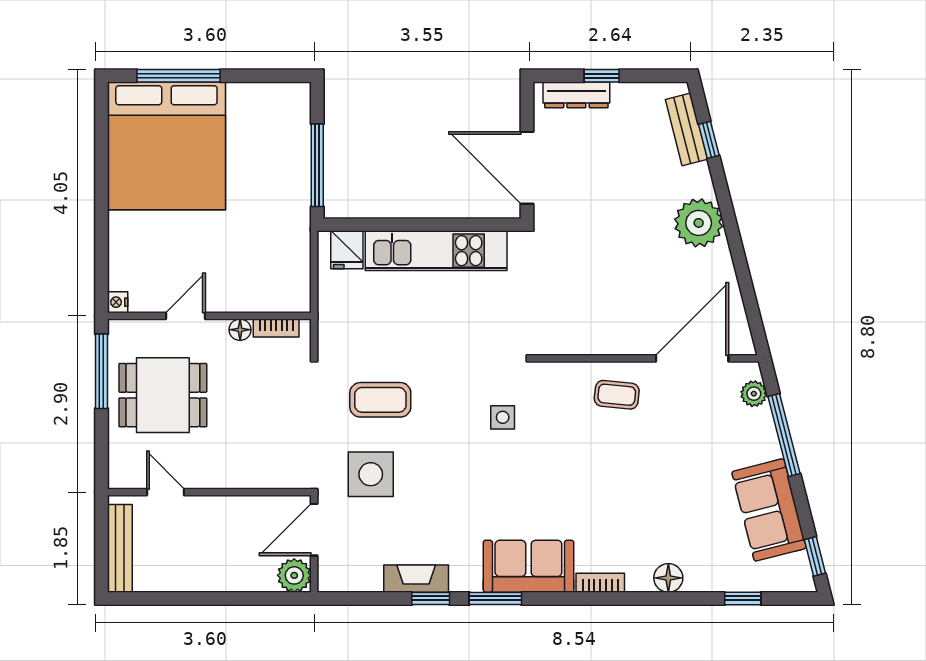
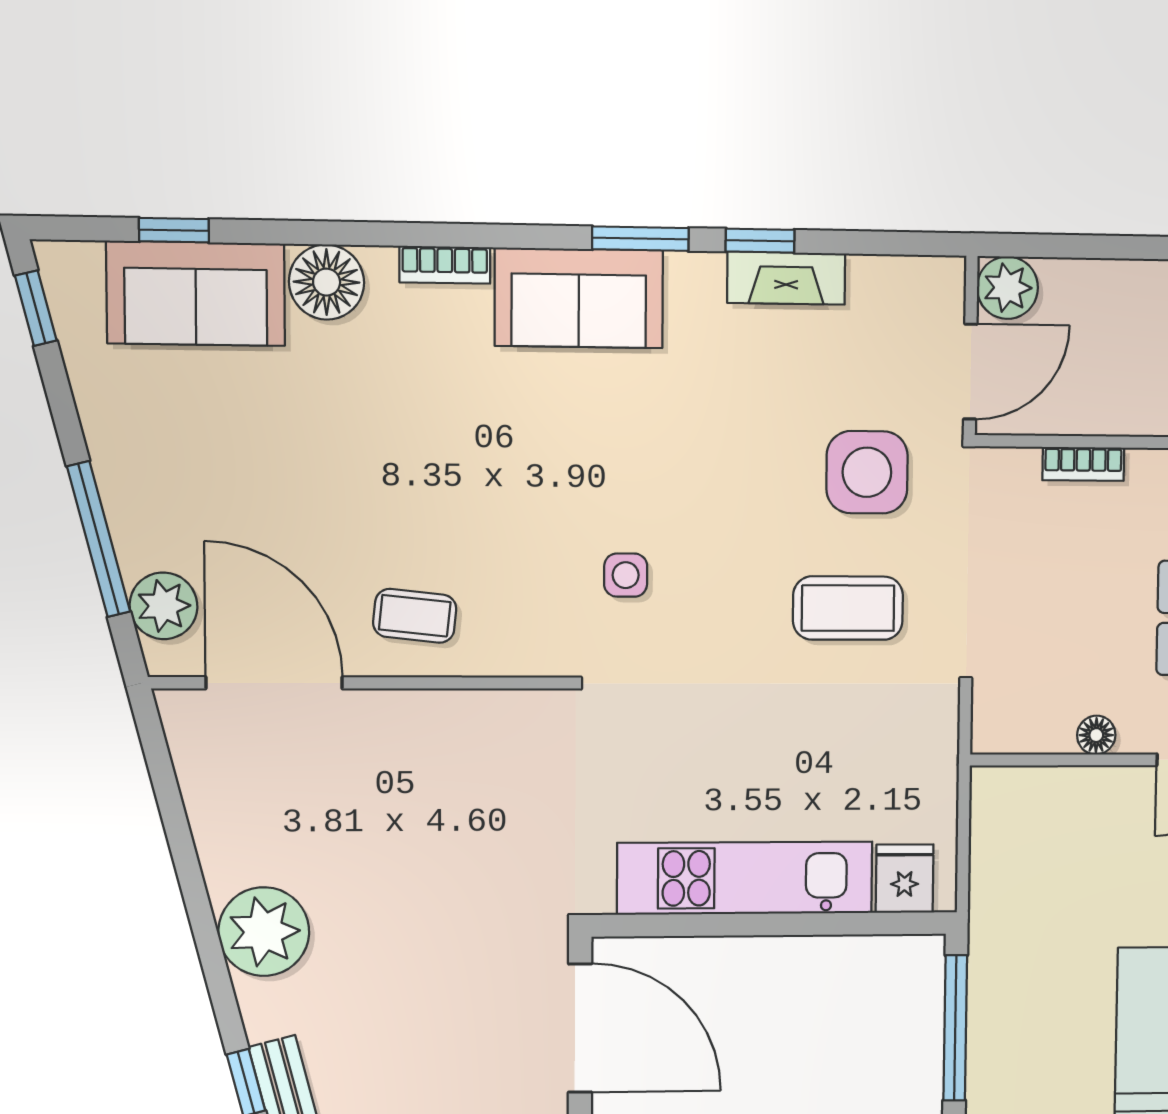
bookcase: (276, 328) -> (1083, 464), moved, turned 180
door: (692, 358) -> (274, 683), swing flipped
plant: (754, 394) -> (164, 606), width x1.38, depth x1.38
sofa: (769, 510) -> (196, 293), moved, turned 104
floor lamp: (668, 578) -> (327, 282), width x1.38, depth x1.38

